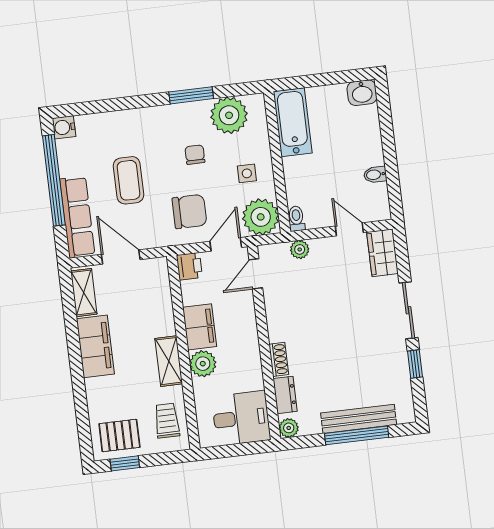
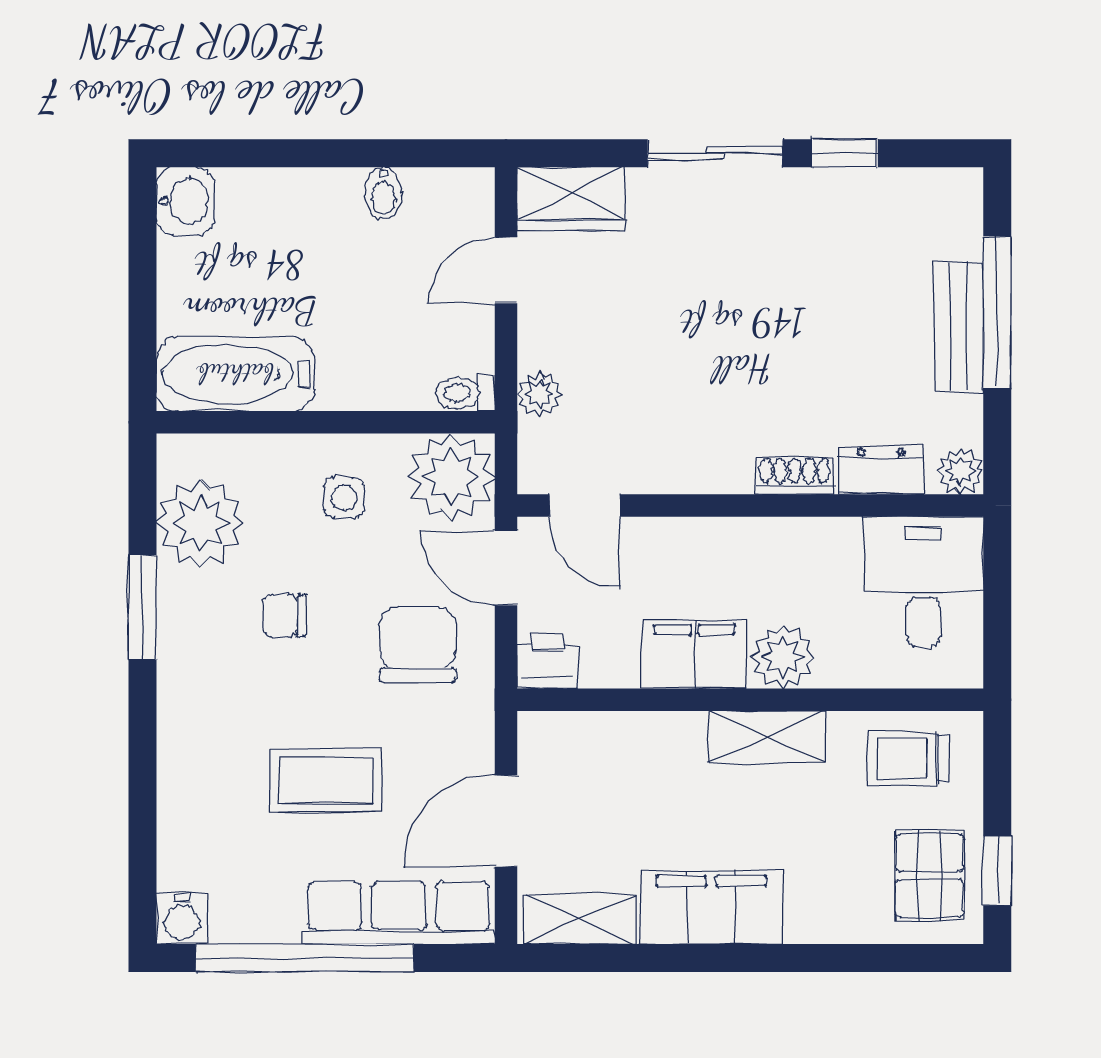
bench: (359, 419) -> (959, 326), width x0.73

